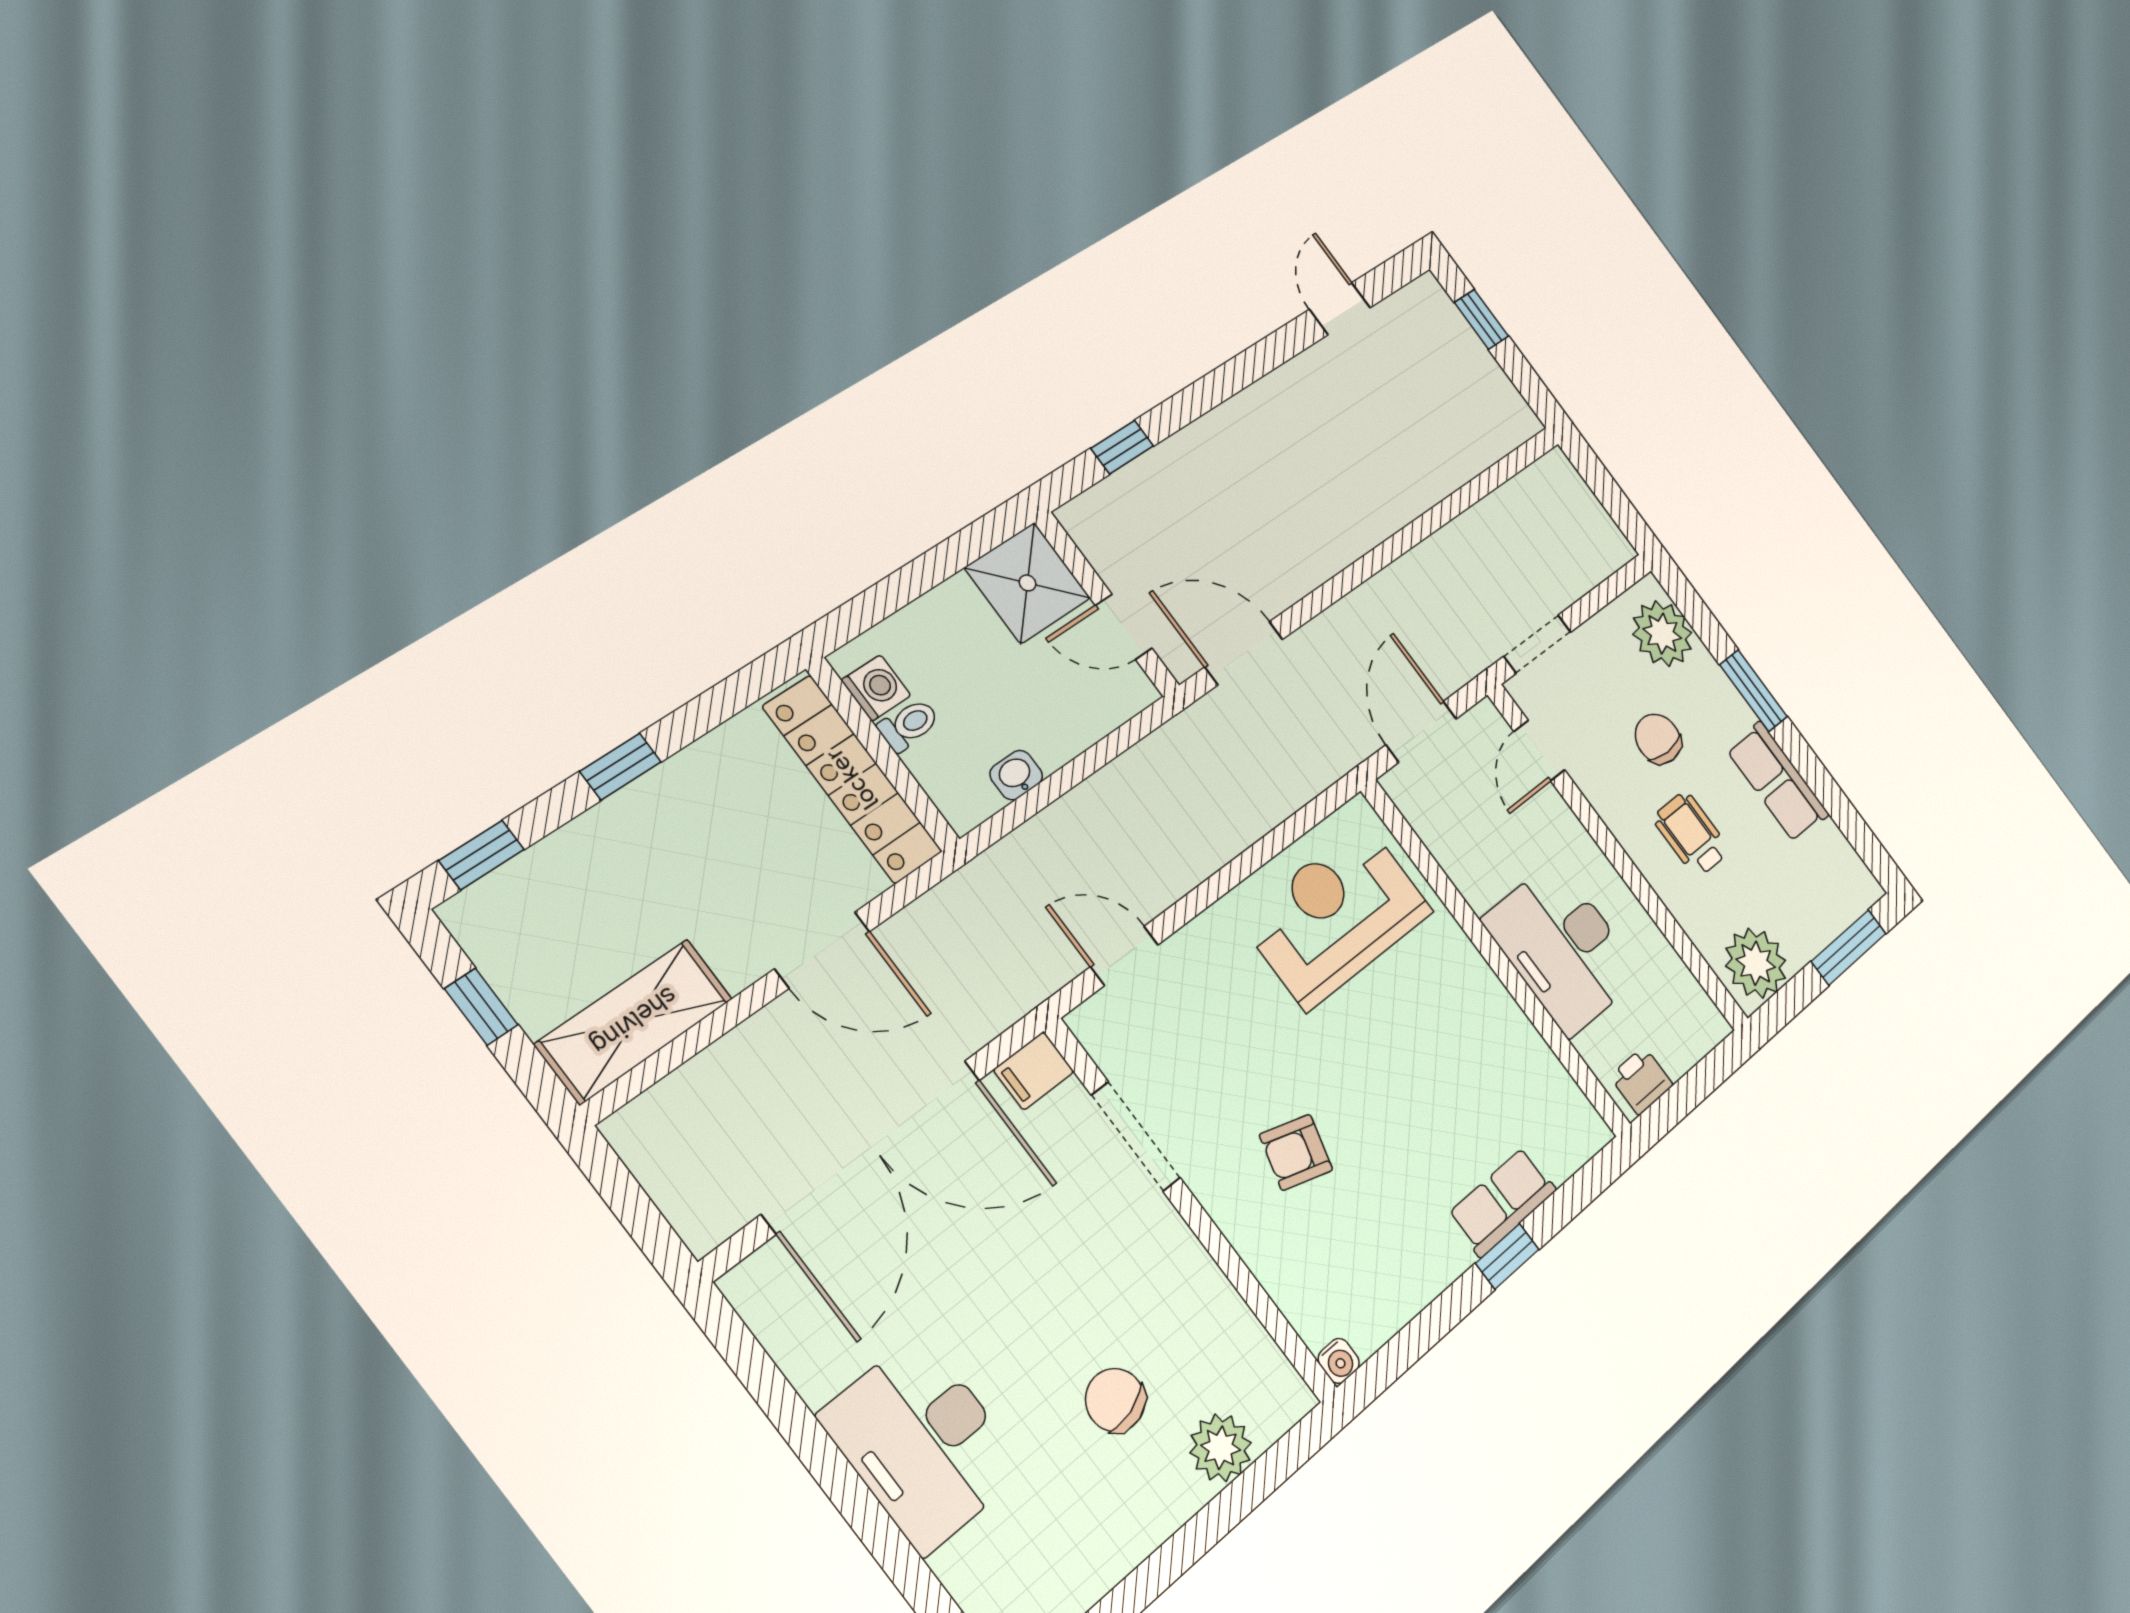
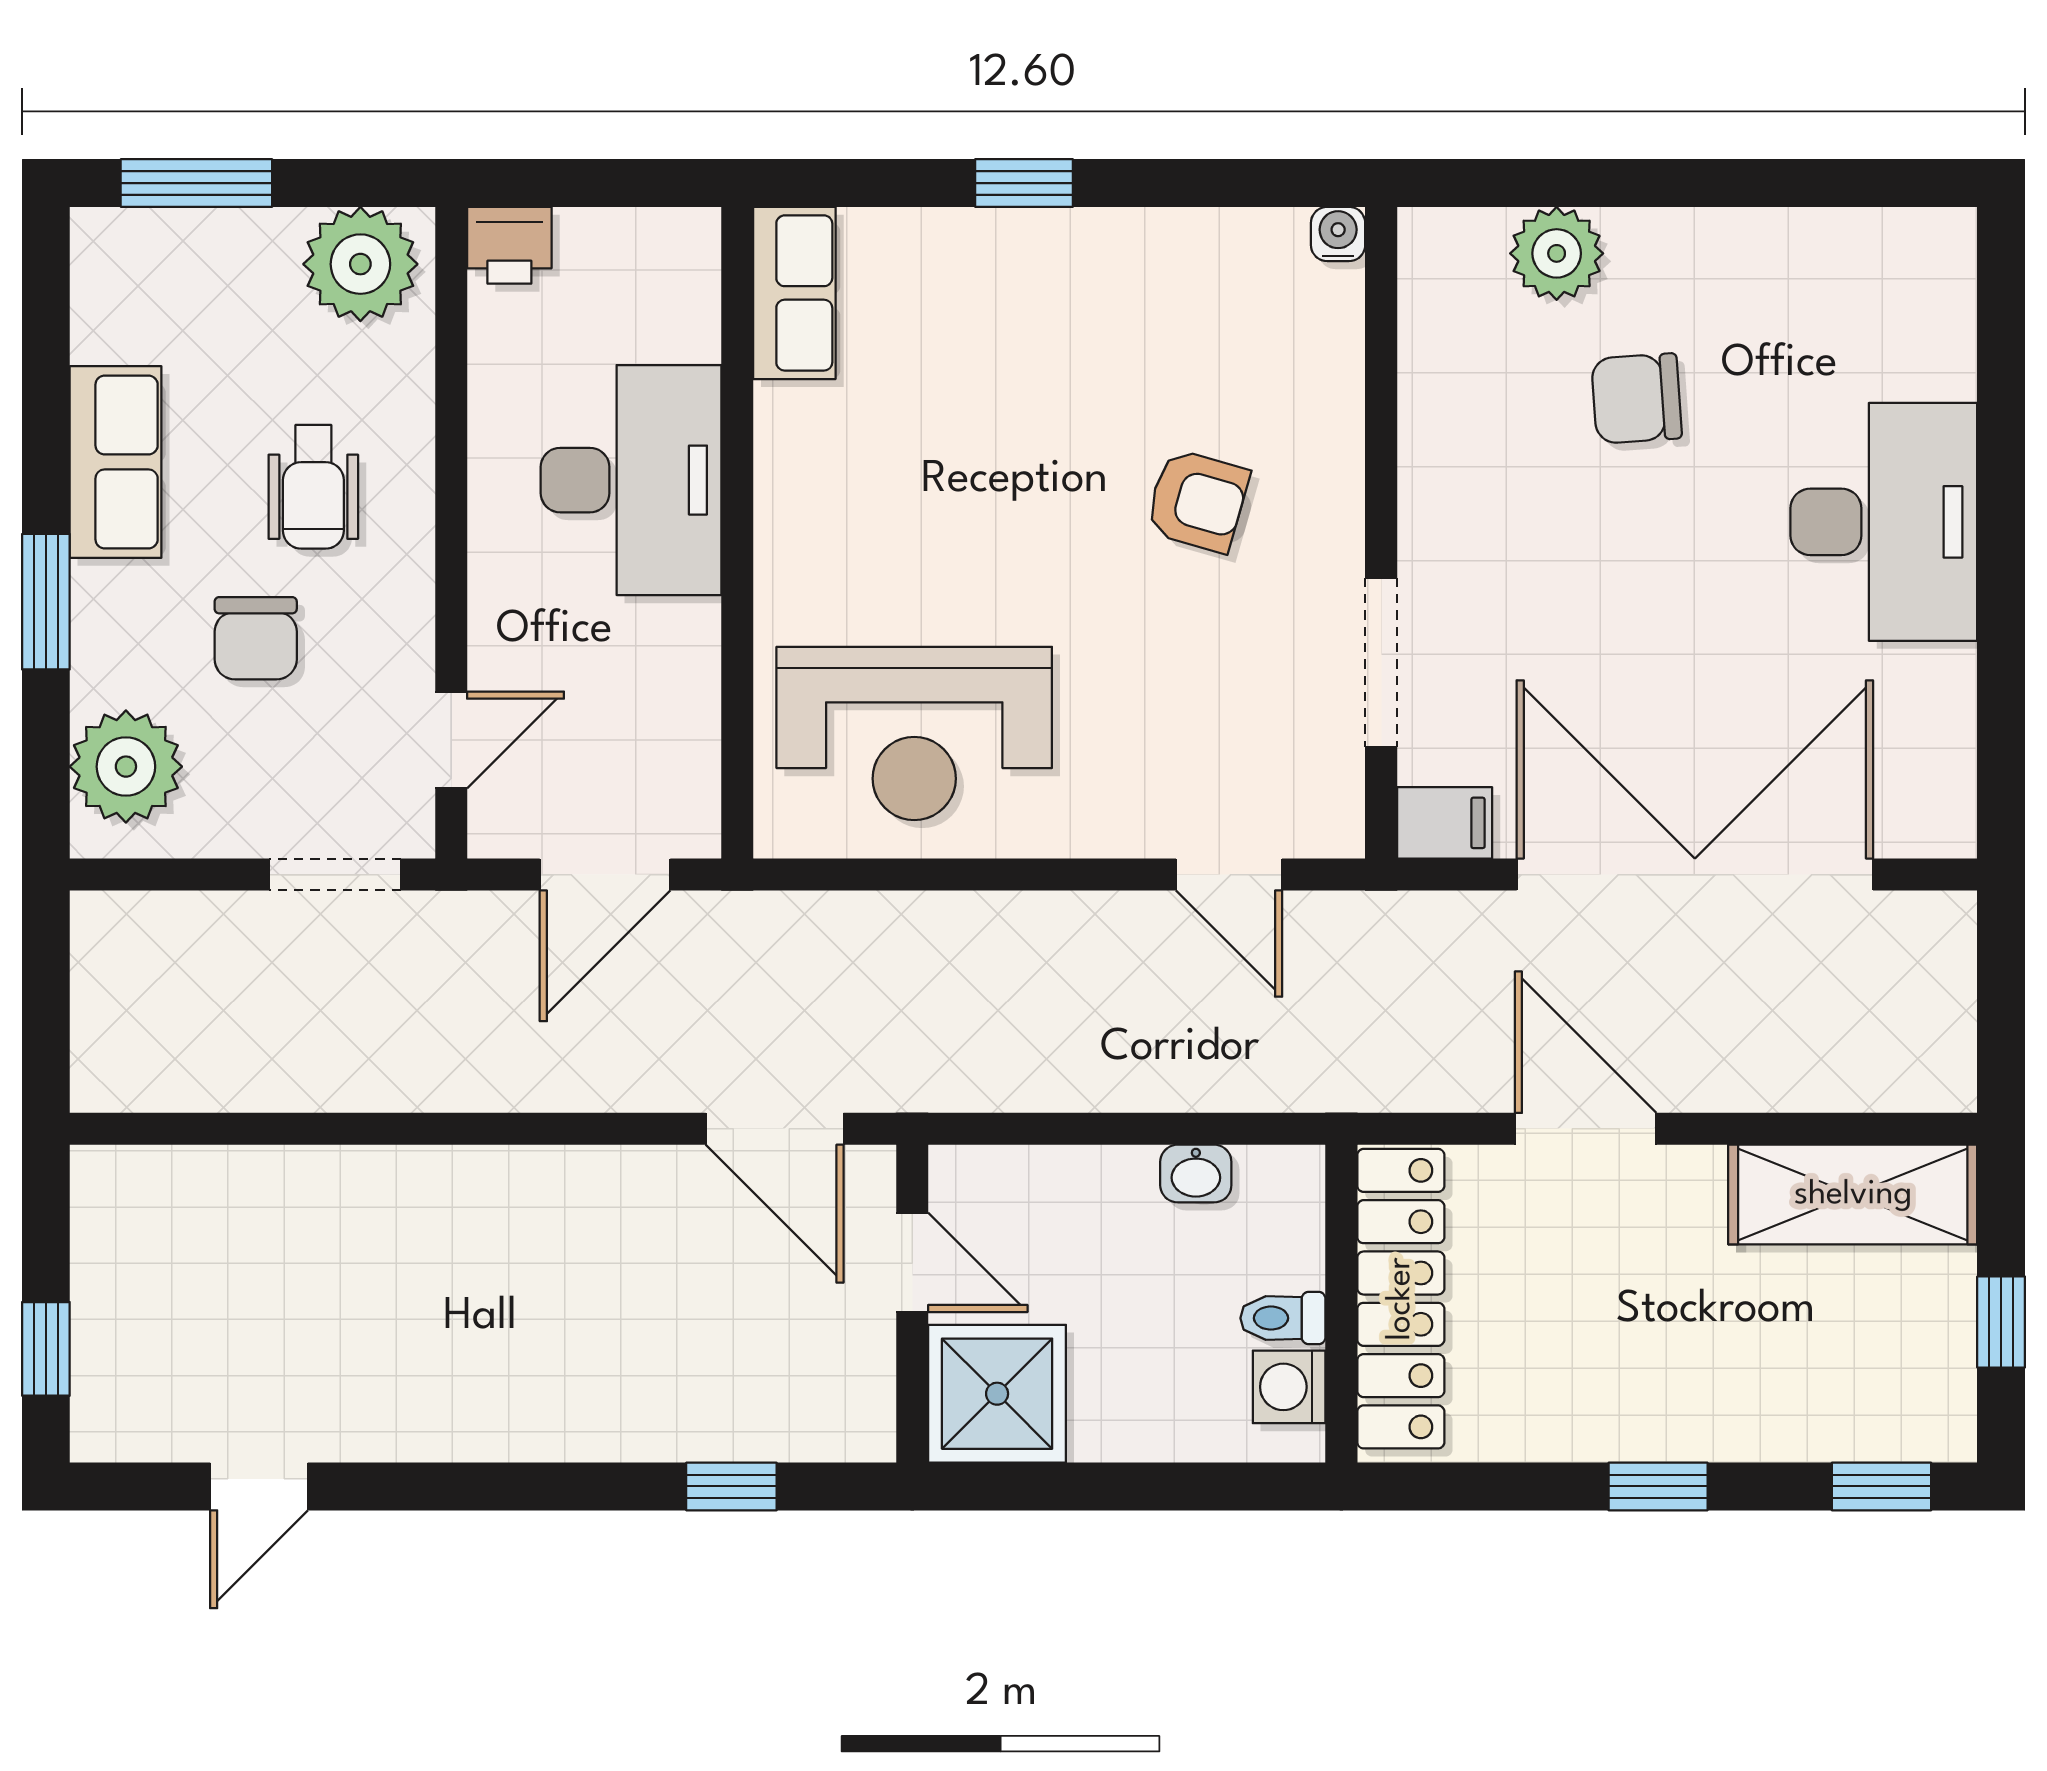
printer: (1641, 1081) -> (509, 245), moved
row of seats: (1502, 1202) -> (794, 293), moved, turned -90
chair: (1115, 1400) -> (1637, 399), turned 102

